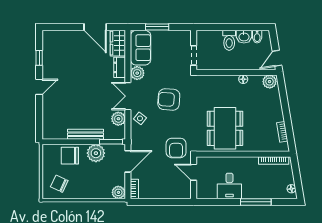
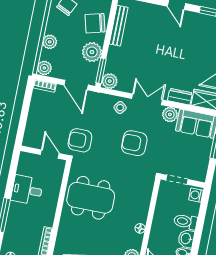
washing machine: (204, 36) -> (196, 195), added
armchair: (169, 99) -> (134, 143), turned -94
plant: (118, 119) -> (110, 81), moved
bench: (85, 134) -> (119, 26), moved
chair: (70, 156) -> (95, 23), turned -105
door: (194, 172) -> (50, 154), hinge flipped
plant: (94, 192) -> (50, 42), added

